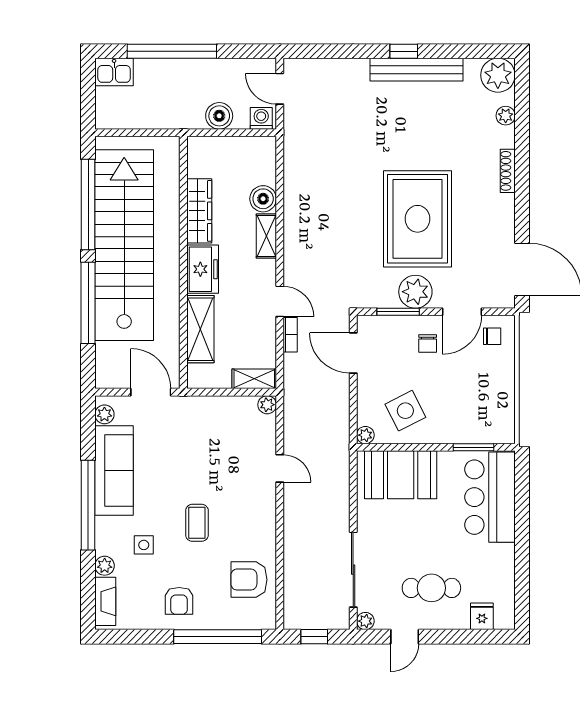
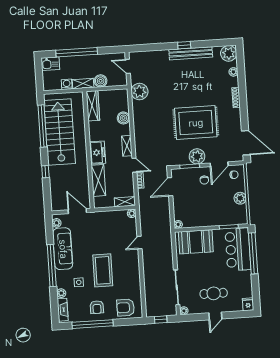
washing machine: (261, 118) -> (67, 84), moved
shelving: (181, 119) -> (83, 84), added
plant: (301, 144) -> (139, 92), added
wardrobe: (199, 211) -> (93, 106), moved
rug: (417, 219) -> (196, 123), turned 90
shelving: (266, 236) -> (127, 146), moved
stairs: (124, 245) -> (60, 132), width x0.73
window: (88, 303) -> (45, 172), width x0.32
door: (353, 353) -> (170, 187), hinge flipped
plant: (502, 387) -> (240, 198), added
side table: (405, 411) -> (196, 212), removed
door: (280, 468) -> (140, 243), swing flipped
window: (522, 508) -> (253, 253), added
coffee table: (197, 523) -> (103, 270), width x1.86, depth x1.72
armchair: (249, 580) -> (126, 308), moved
fridge: (482, 616) -> (248, 304), moved
window: (218, 637) -> (93, 324), moved
door: (405, 637) -> (215, 316), moved

